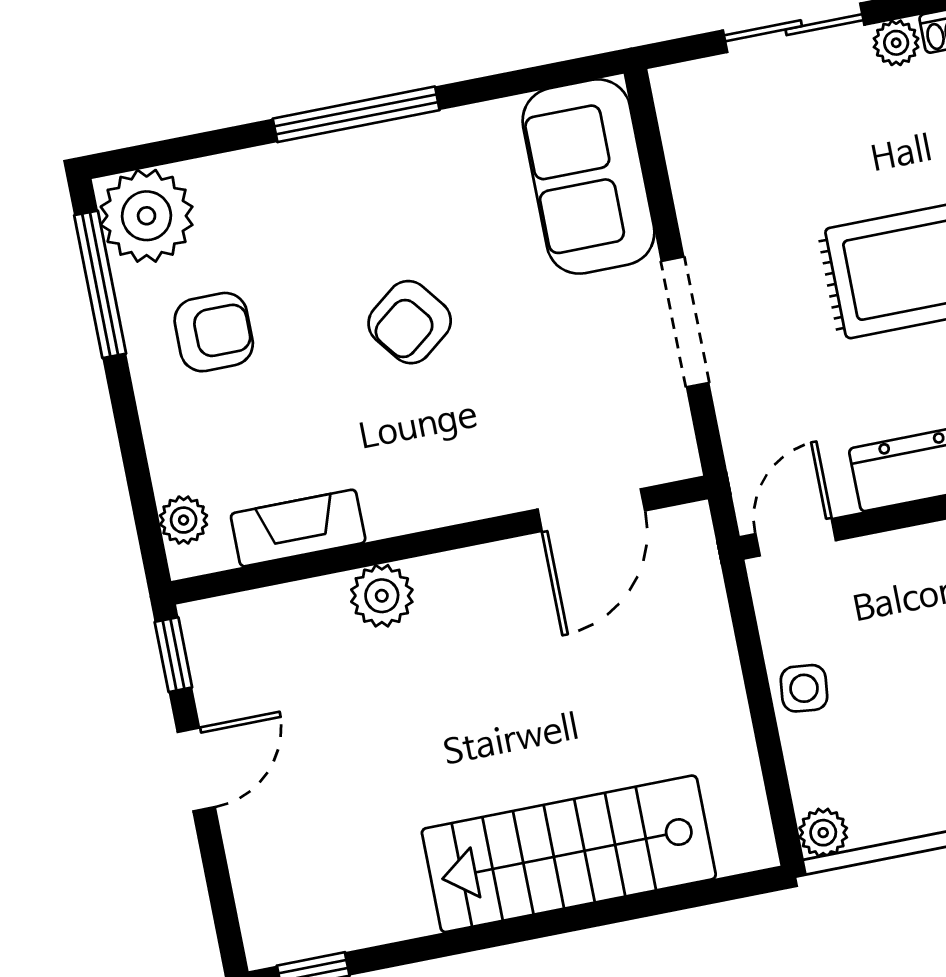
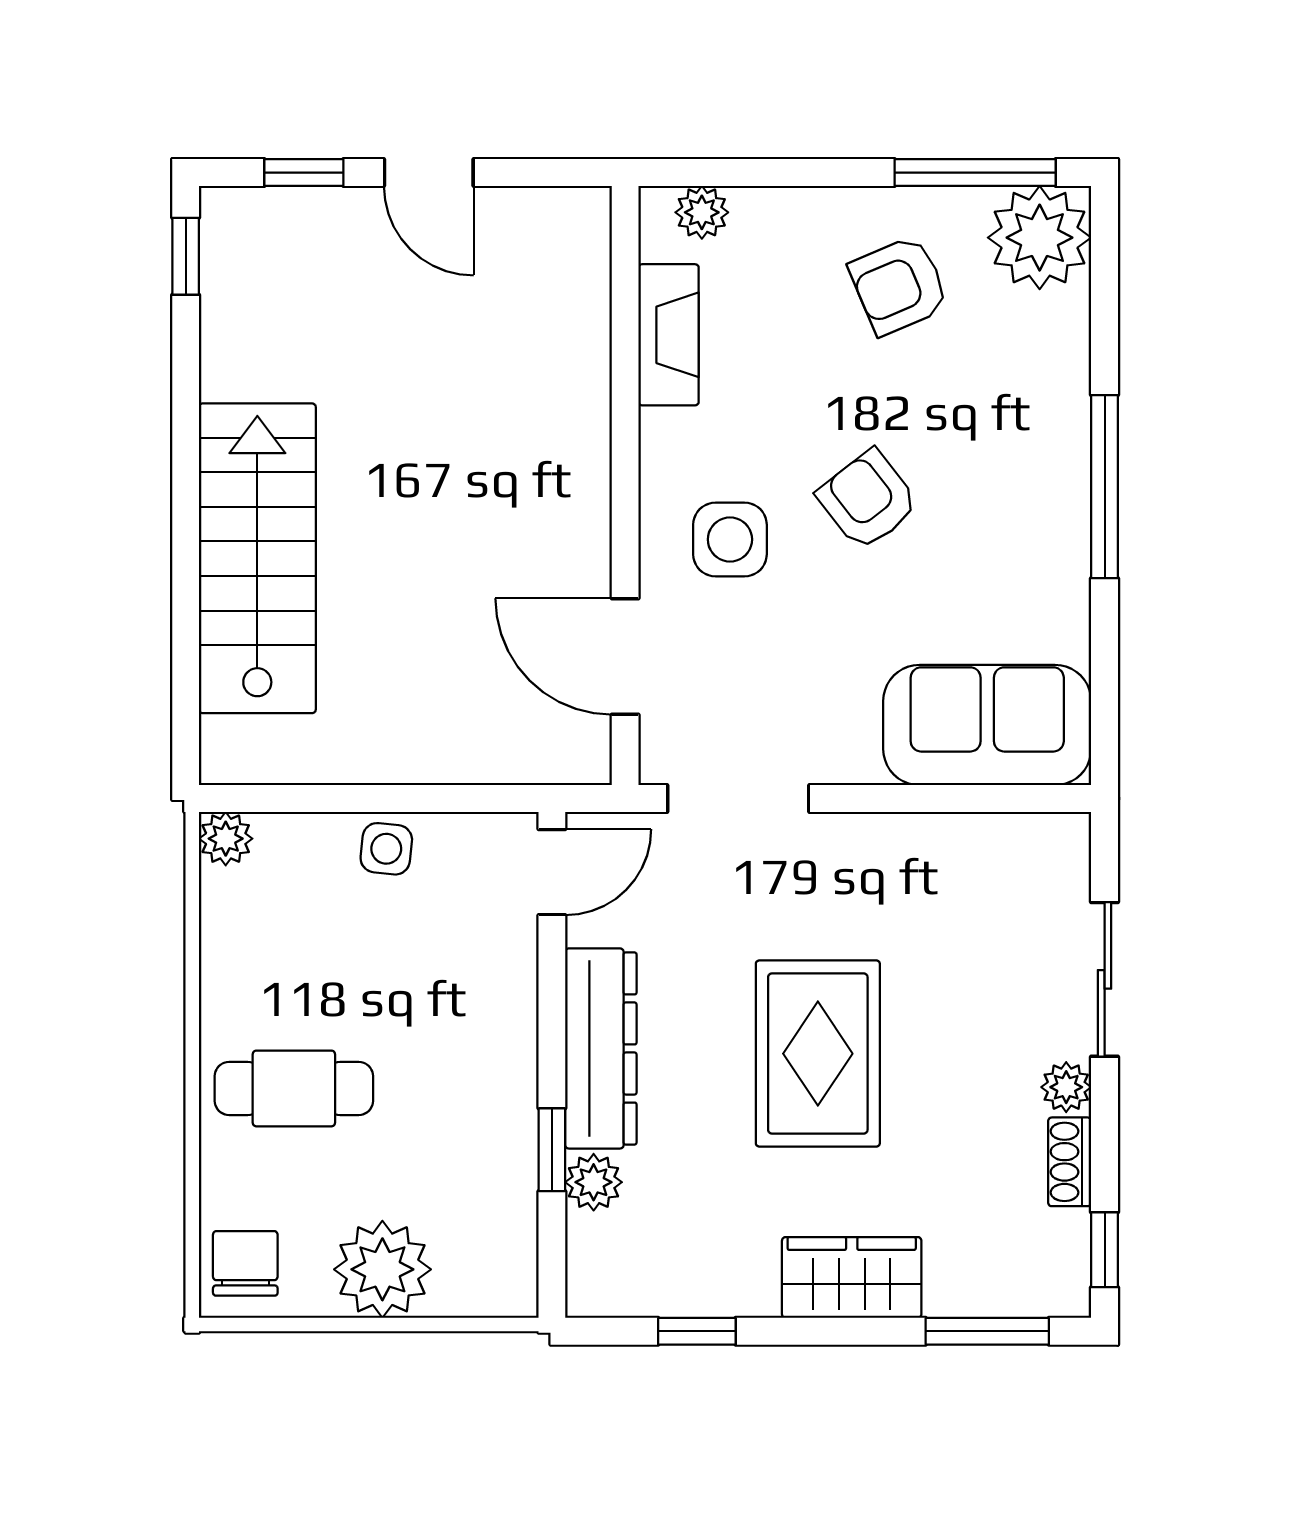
doorway: (685, 322) -> (738, 798), moved
armchair: (214, 332) -> (899, 285), turned 67
side table: (469, 438) -> (730, 539), added
door: (796, 537) -> (552, 872), hinge flipped
plant: (382, 596) -> (577, 411), removed
window: (173, 655) -> (304, 173), moved

